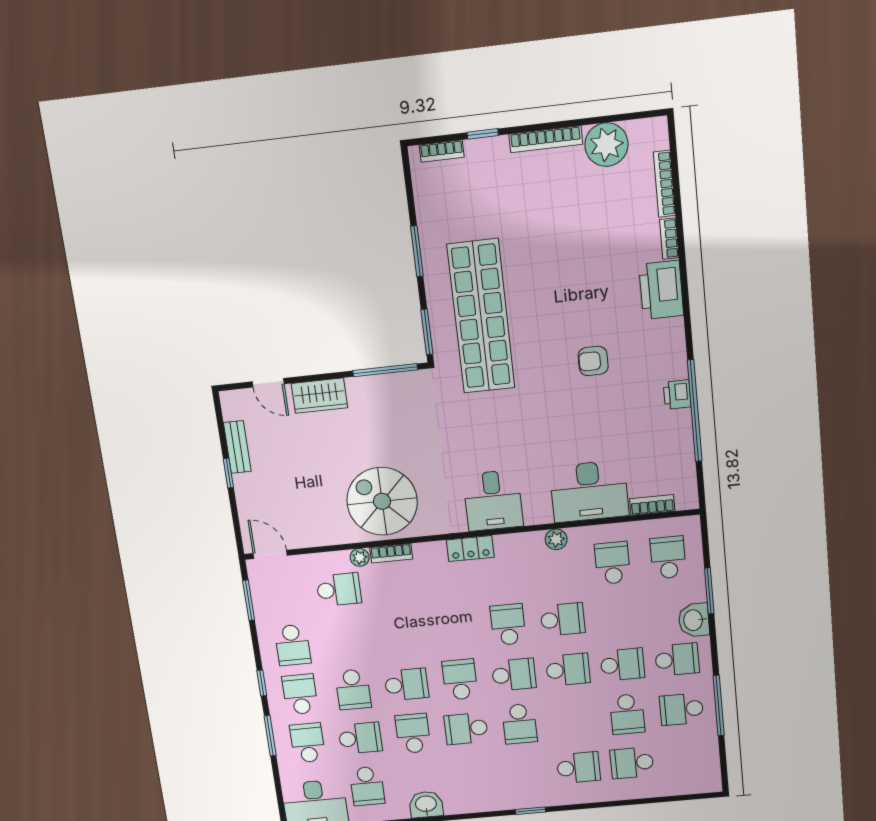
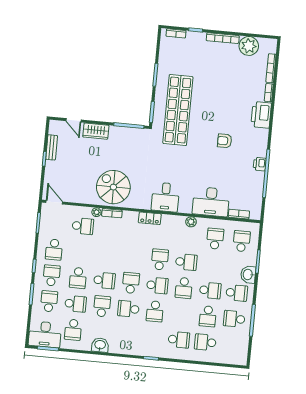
school desk: (568, 670) -> (184, 288), turned 90

